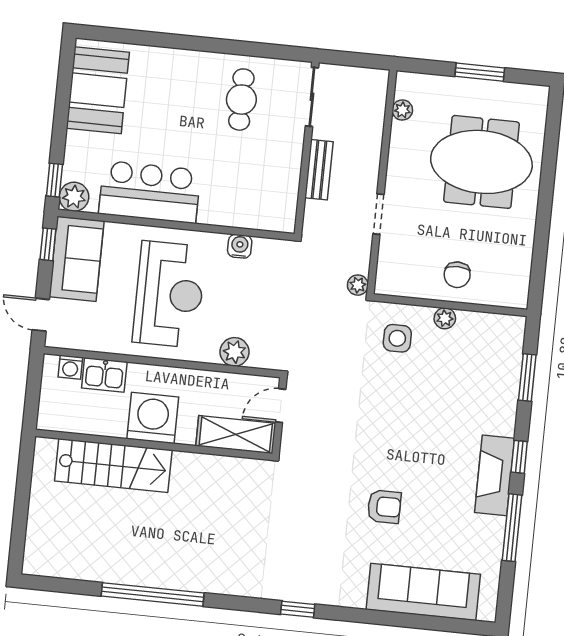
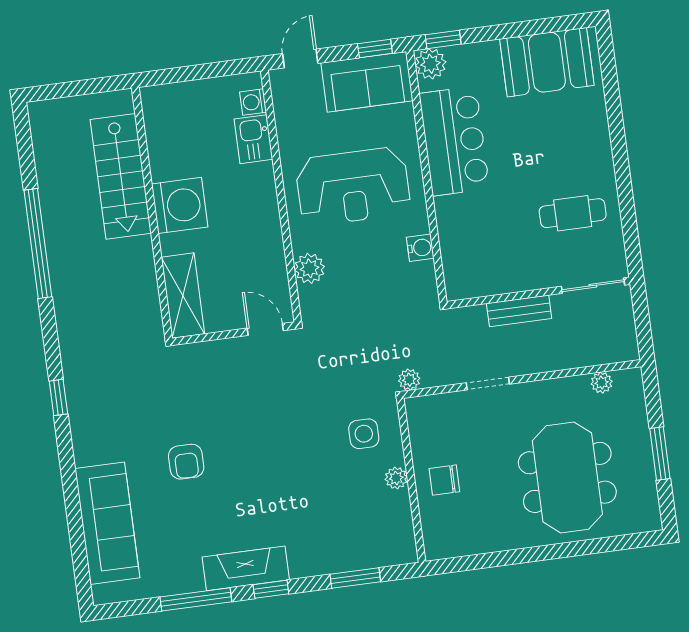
washing machine: (153, 418) -> (180, 205), moved
shelving: (236, 435) -> (183, 296), moved
wall: (154, 445) -> (152, 213), moved
stairs: (113, 465) -> (121, 176), moved

